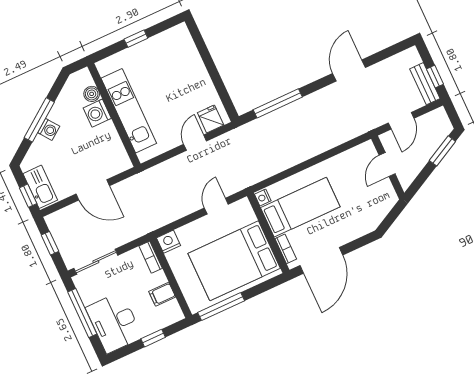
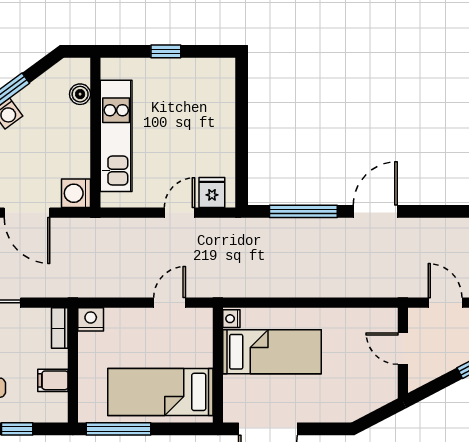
door: (349, 70) -> (375, 211), moved
washing machine: (97, 113) -> (76, 193), moved
door: (401, 121) -> (445, 303), swing flipped
door: (387, 165) -> (403, 349), hinge flipped
bookcase: (286, 249) -> (230, 395), removed
bed: (234, 261) -> (160, 392), width x0.67

